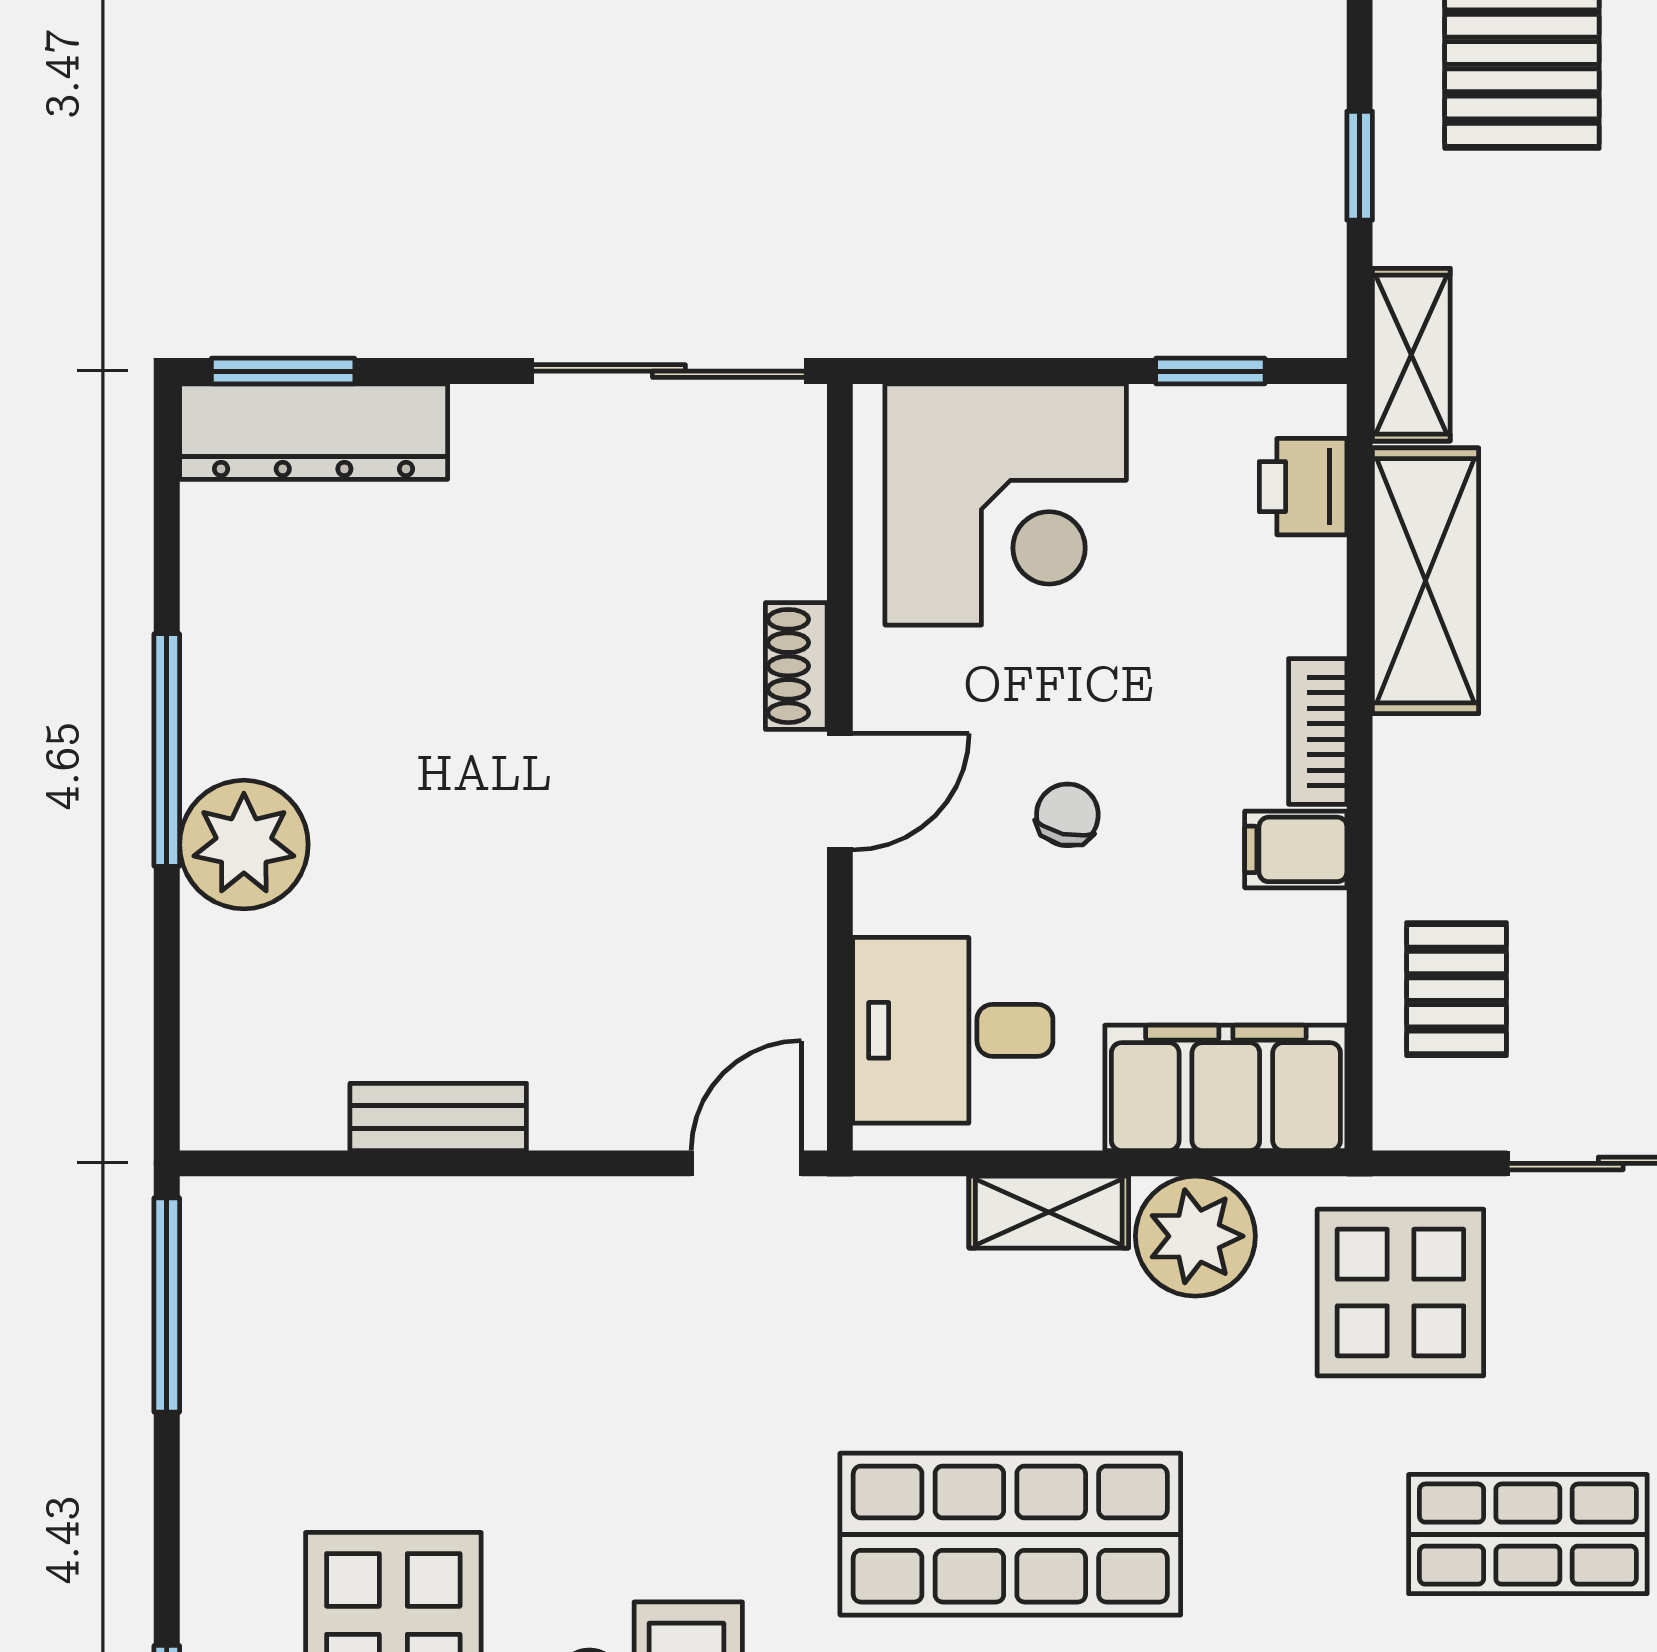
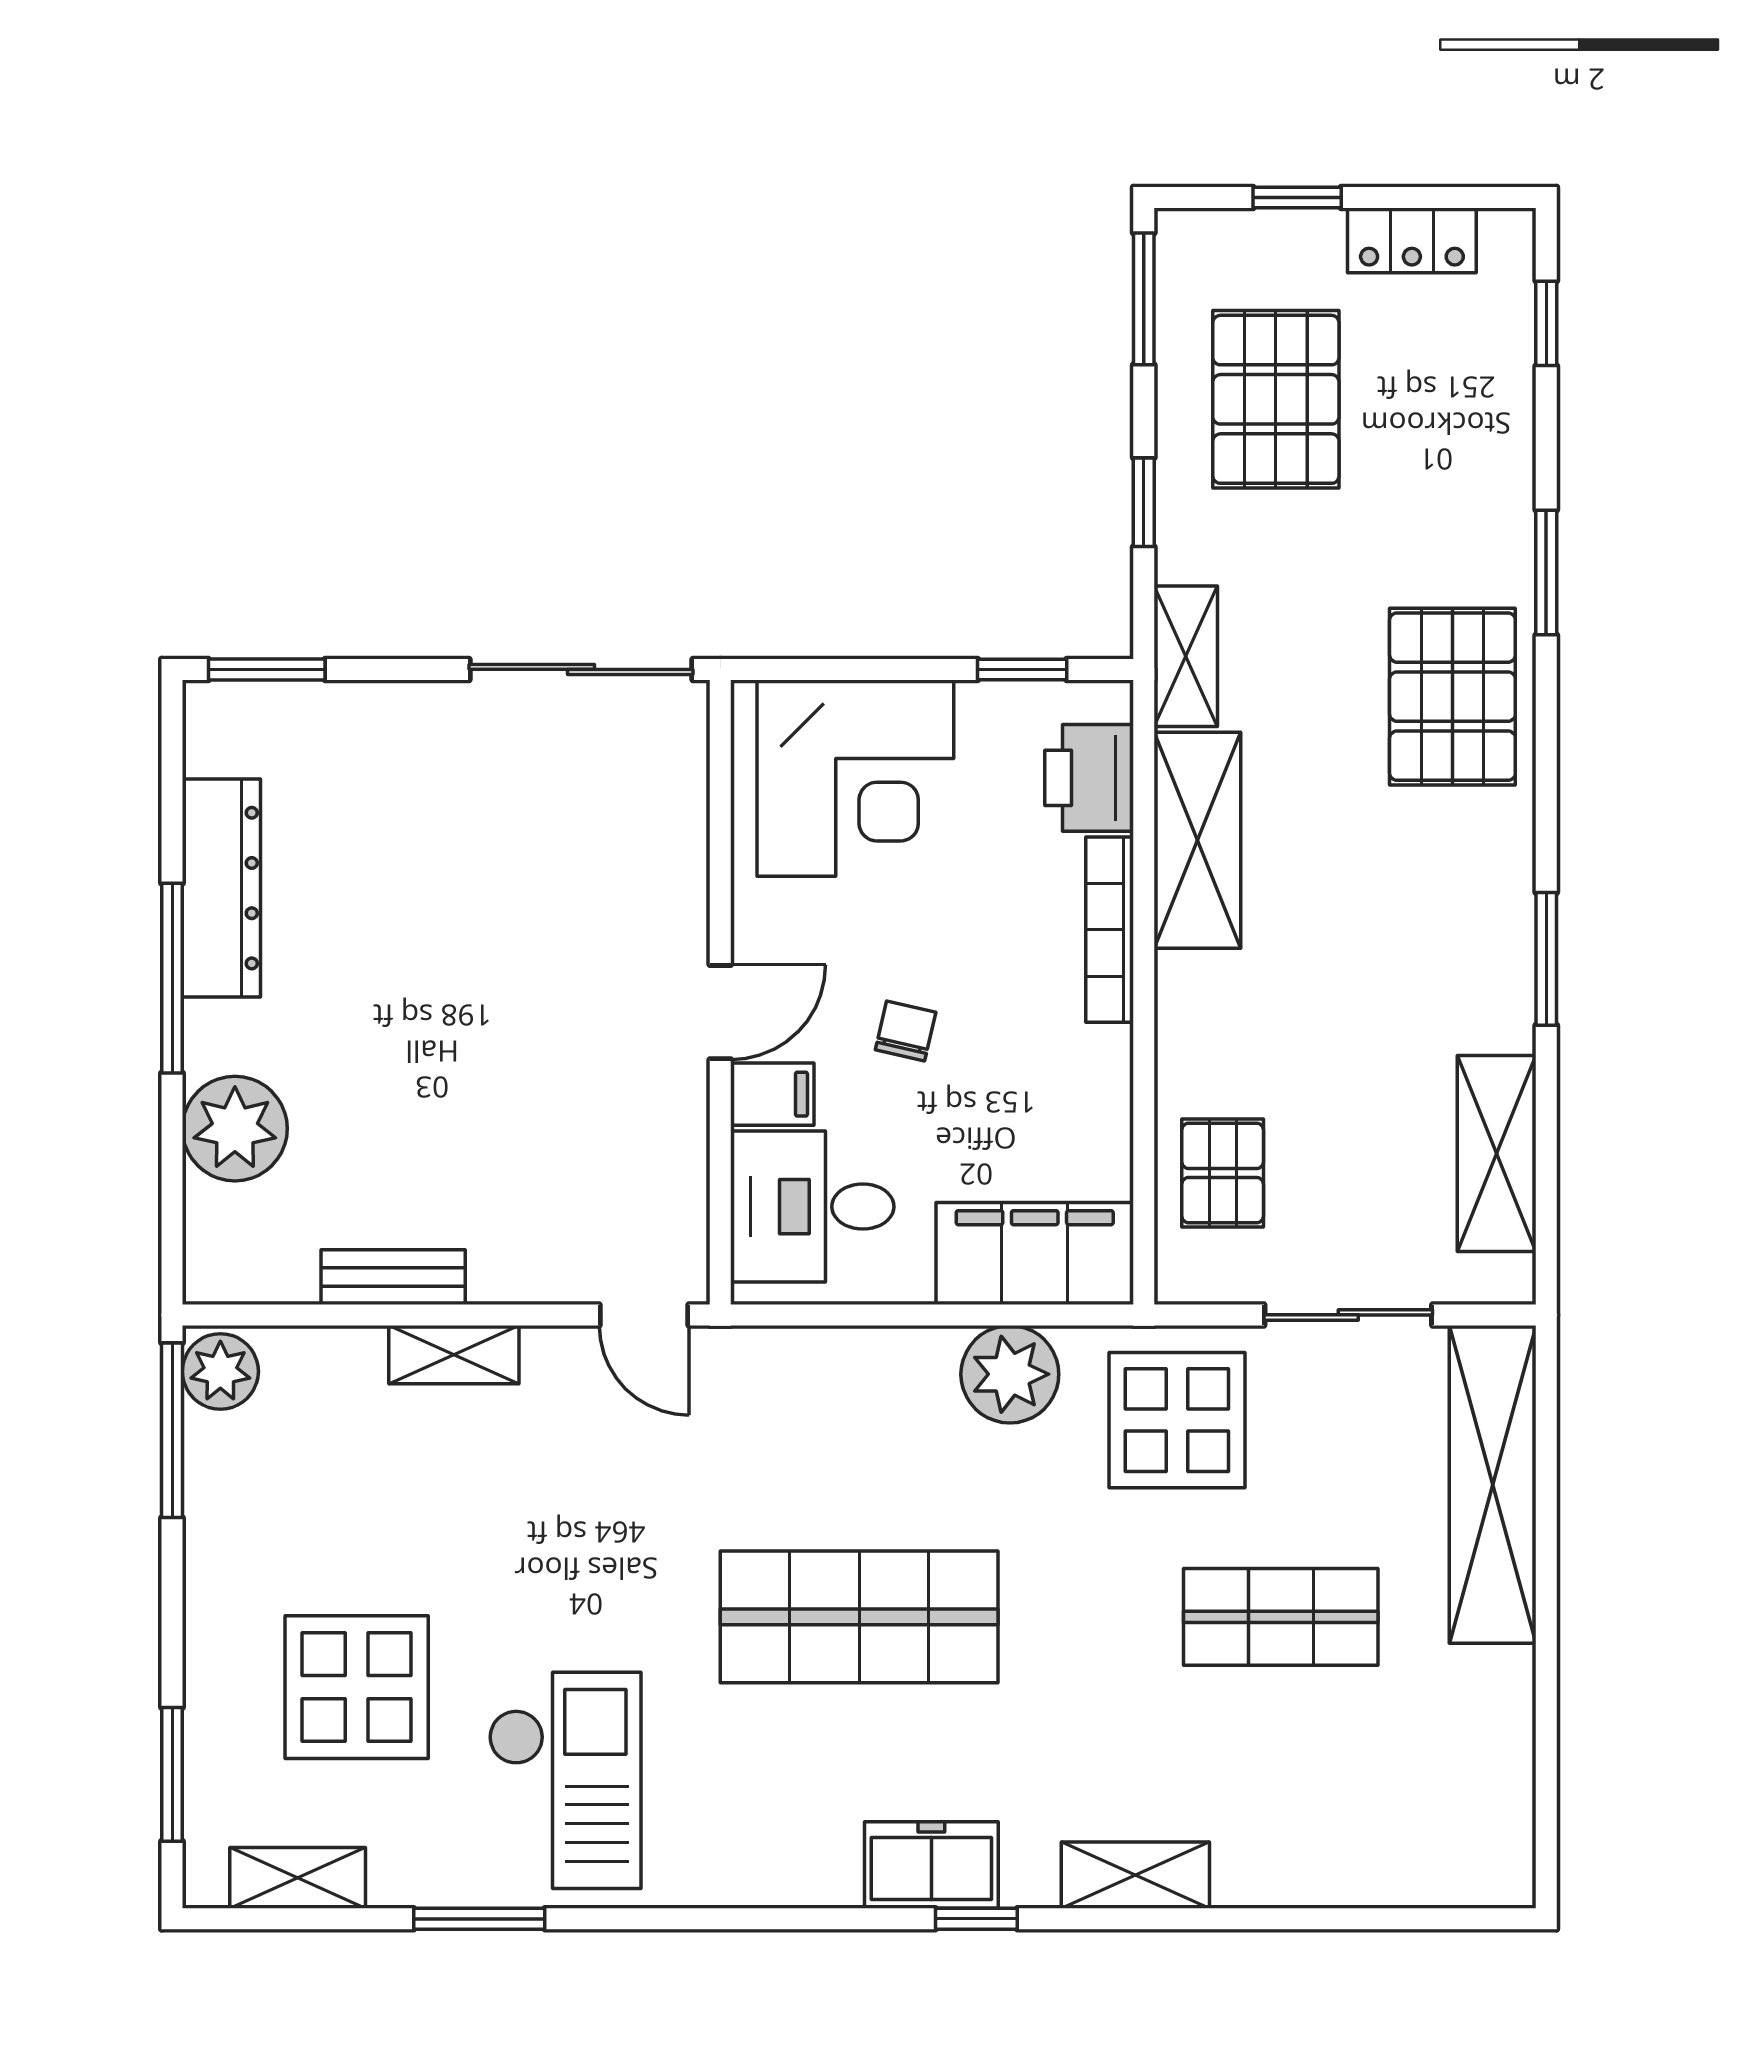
dresser: (314, 432) -> (221, 888), moved, turned -90
printer: (1303, 487) -> (1089, 778), width x1.36, depth x1.24
shoe rack: (796, 666) -> (685, 910), removed
bookcase: (1318, 731) -> (1110, 930), width x1.56
plant: (244, 845) -> (235, 1129), moved
filing cabinet: (1296, 849) -> (772, 1094), moved, turned 180
door: (746, 1163) -> (644, 1315), swing flipped
shelving: (1049, 1212) -> (454, 1355), moved
plant: (226, 1233) -> (220, 1371), added

